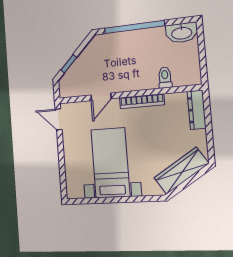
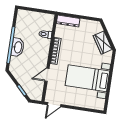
washbasin: (182, 33) -> (18, 47), moved
door: (101, 97) -> (47, 75), swing flipped
wardrobe: (181, 171) -> (103, 43), width x0.67

